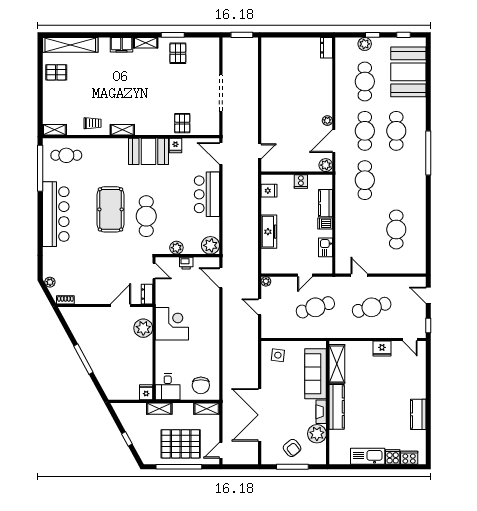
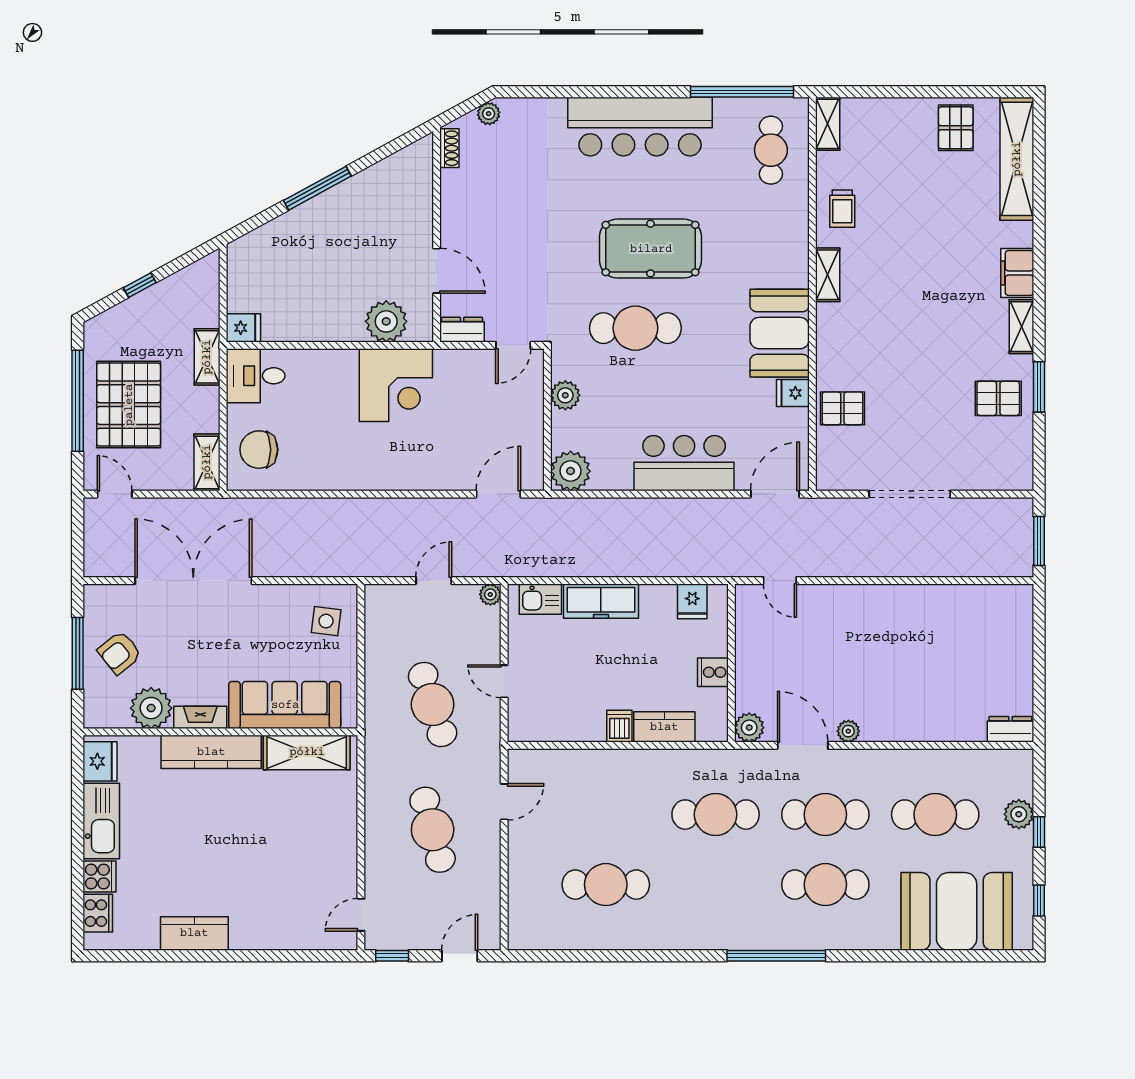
kitchen sink: (325, 247) -> (540, 599), moved, turned 180
printer: (186, 263) -> (531, 417), removed
fridge: (382, 349) -> (100, 761), moved, turned 180

